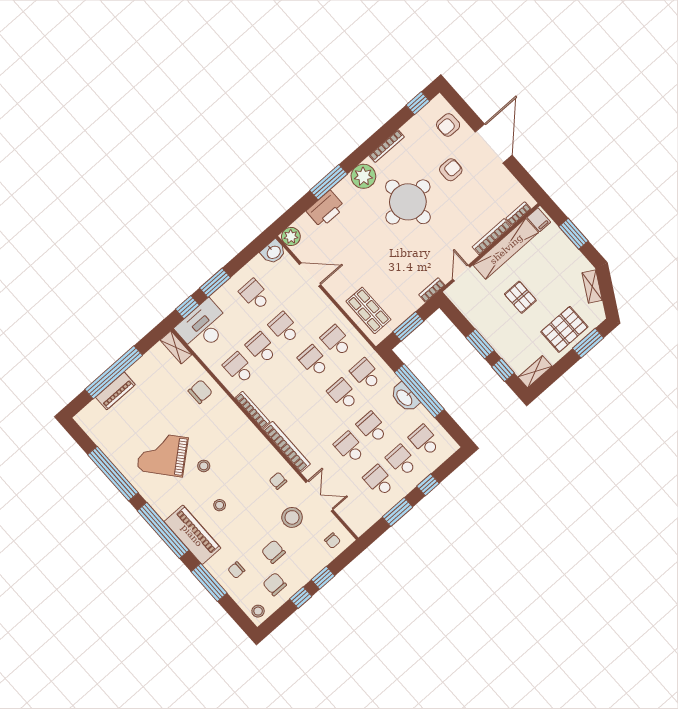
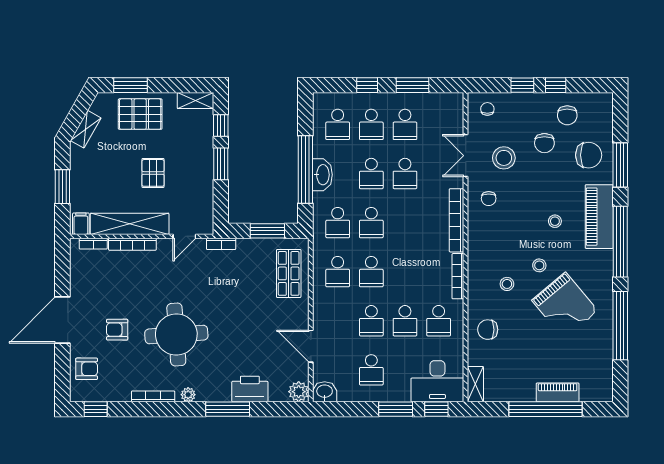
plant: (363, 176) -> (188, 395), width x0.53, depth x0.53
chair: (236, 570) -> (589, 155), width x1.87, depth x1.87
stool: (258, 611) -> (507, 284), moved

